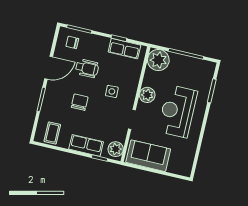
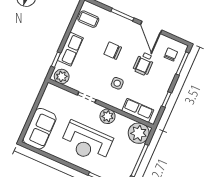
row of seats: (124, 49) -> (138, 110), moved, turned 90
chair: (80, 102) -> (113, 51), turned 180
reception desk: (178, 111) -> (87, 142), turned 180
sofa: (148, 156) -> (40, 129), moved

